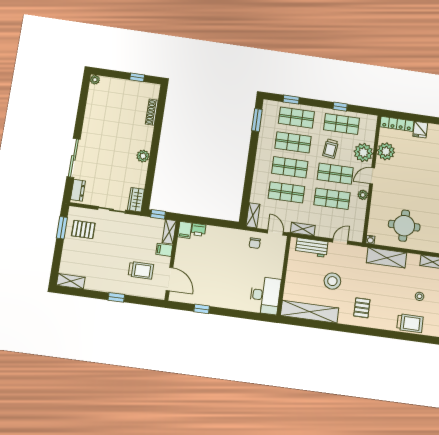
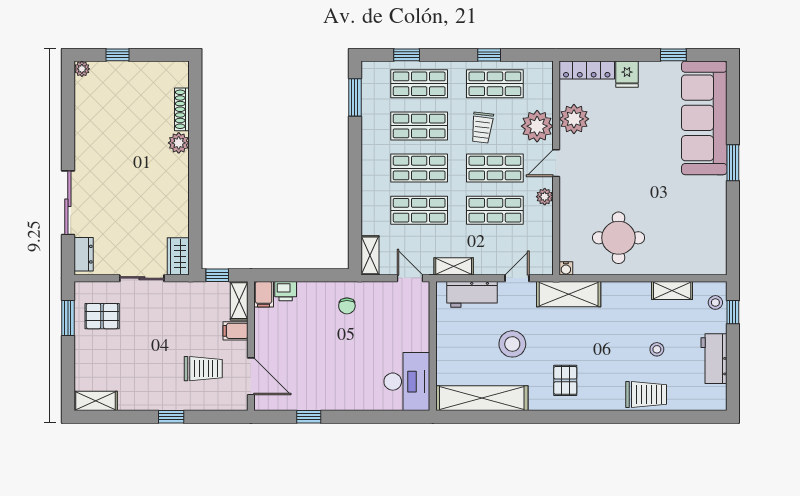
window: (137, 77) -> (117, 55), moved
plant: (143, 156) -> (179, 143), moved
chair: (255, 243) -> (347, 306), moved
shelving: (387, 258) -> (569, 294), moved

